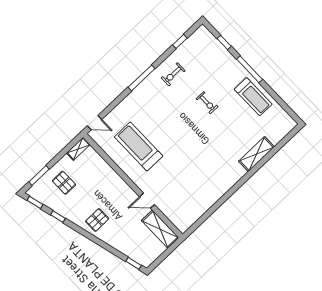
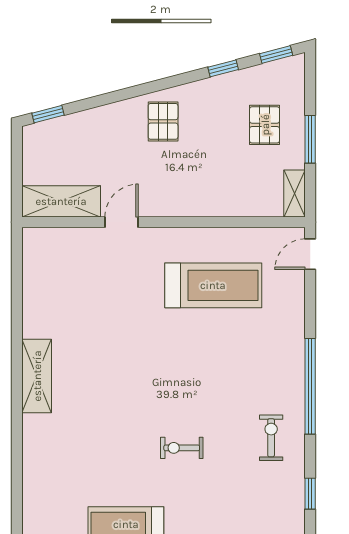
window: (142, 78) -> (310, 386), width x1.46
shelving: (257, 154) -> (37, 376), moved
window: (39, 176) -> (310, 139), moved
pallet: (64, 183) -> (265, 125), turned 90

